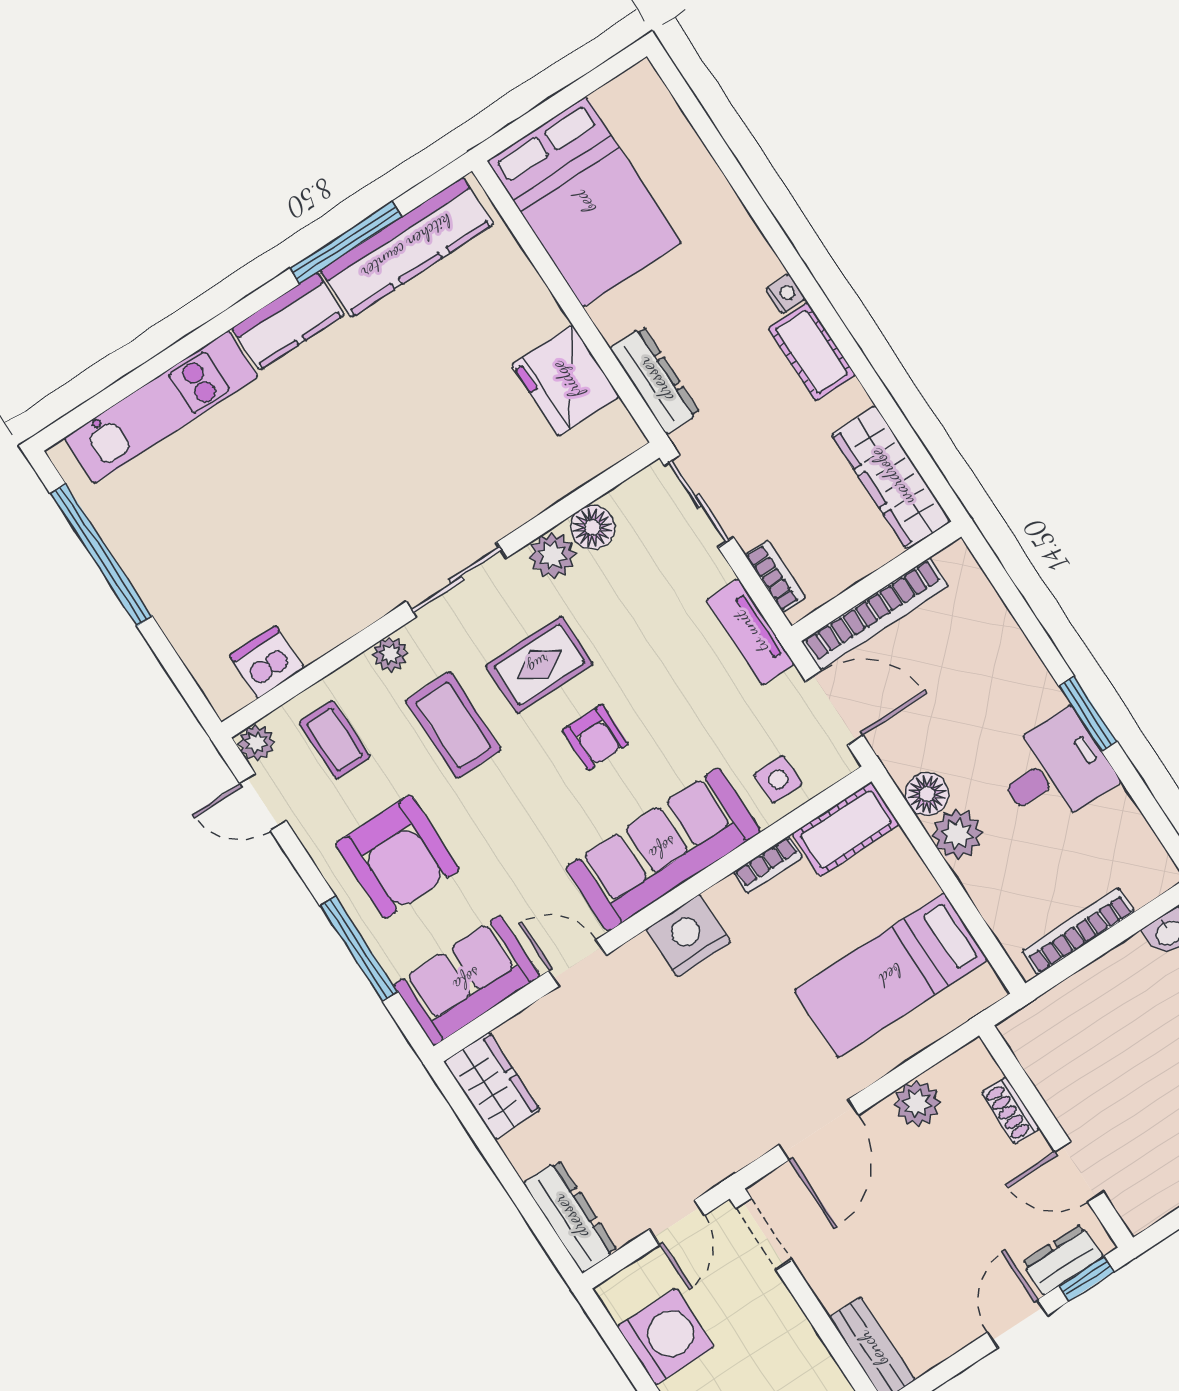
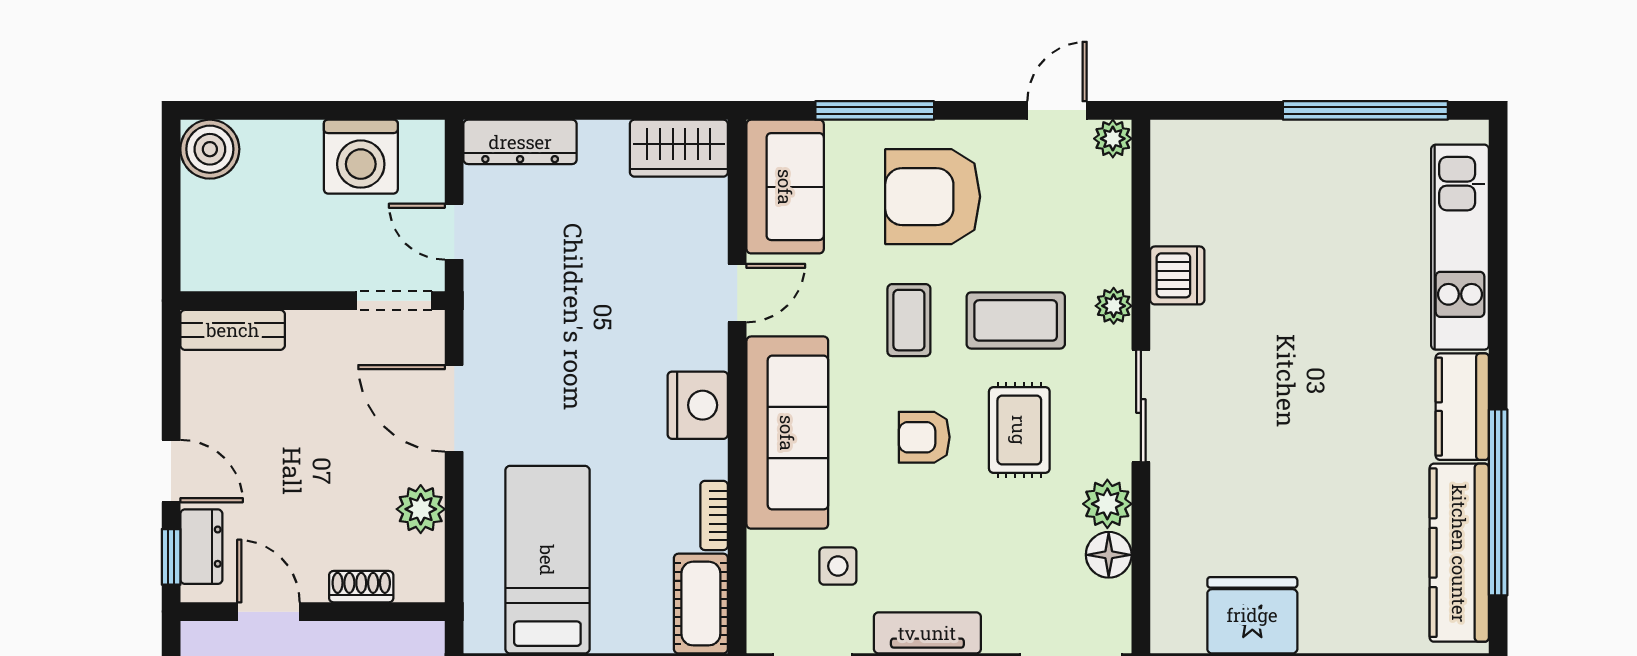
window: (346, 242) -> (1498, 502), width x1.46
dishwasher: (267, 662) -> (1177, 275), moved
coffee table: (335, 740) -> (909, 320), moved, turned 90
side table: (778, 779) -> (838, 566), moved
door: (1079, 1172) -> (268, 612), hinge flipped

